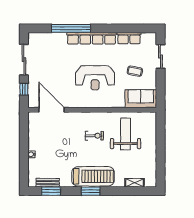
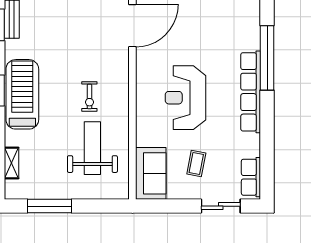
row of seats: (129, 38) -> (251, 177), moved
weight bench: (125, 134) -> (92, 148), turned -90
window: (160, 160) -> (49, 206), added
treadmill: (93, 176) -> (22, 94), turned 180

